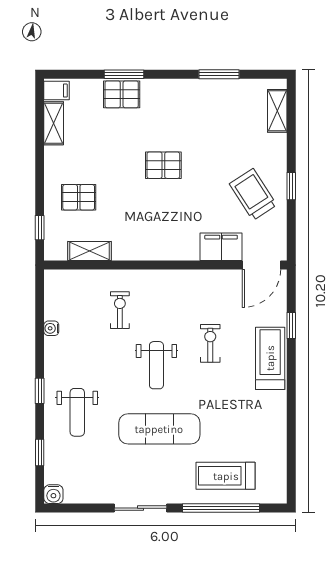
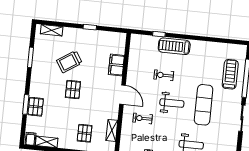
trolley: (253, 194) -> (69, 62), moved
door: (261, 265) -> (122, 95), moved
treadmill: (226, 476) -> (230, 74), turned 180

